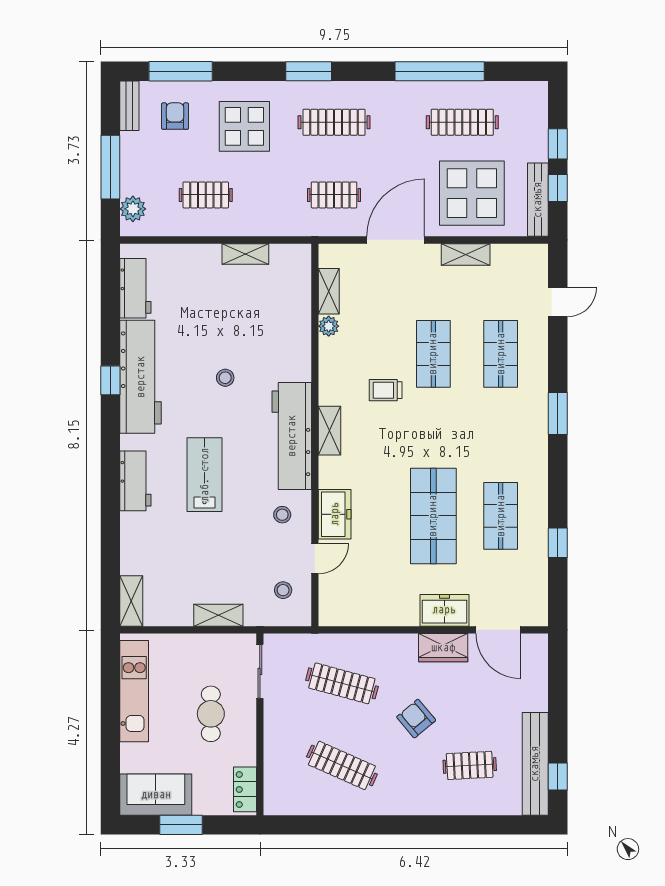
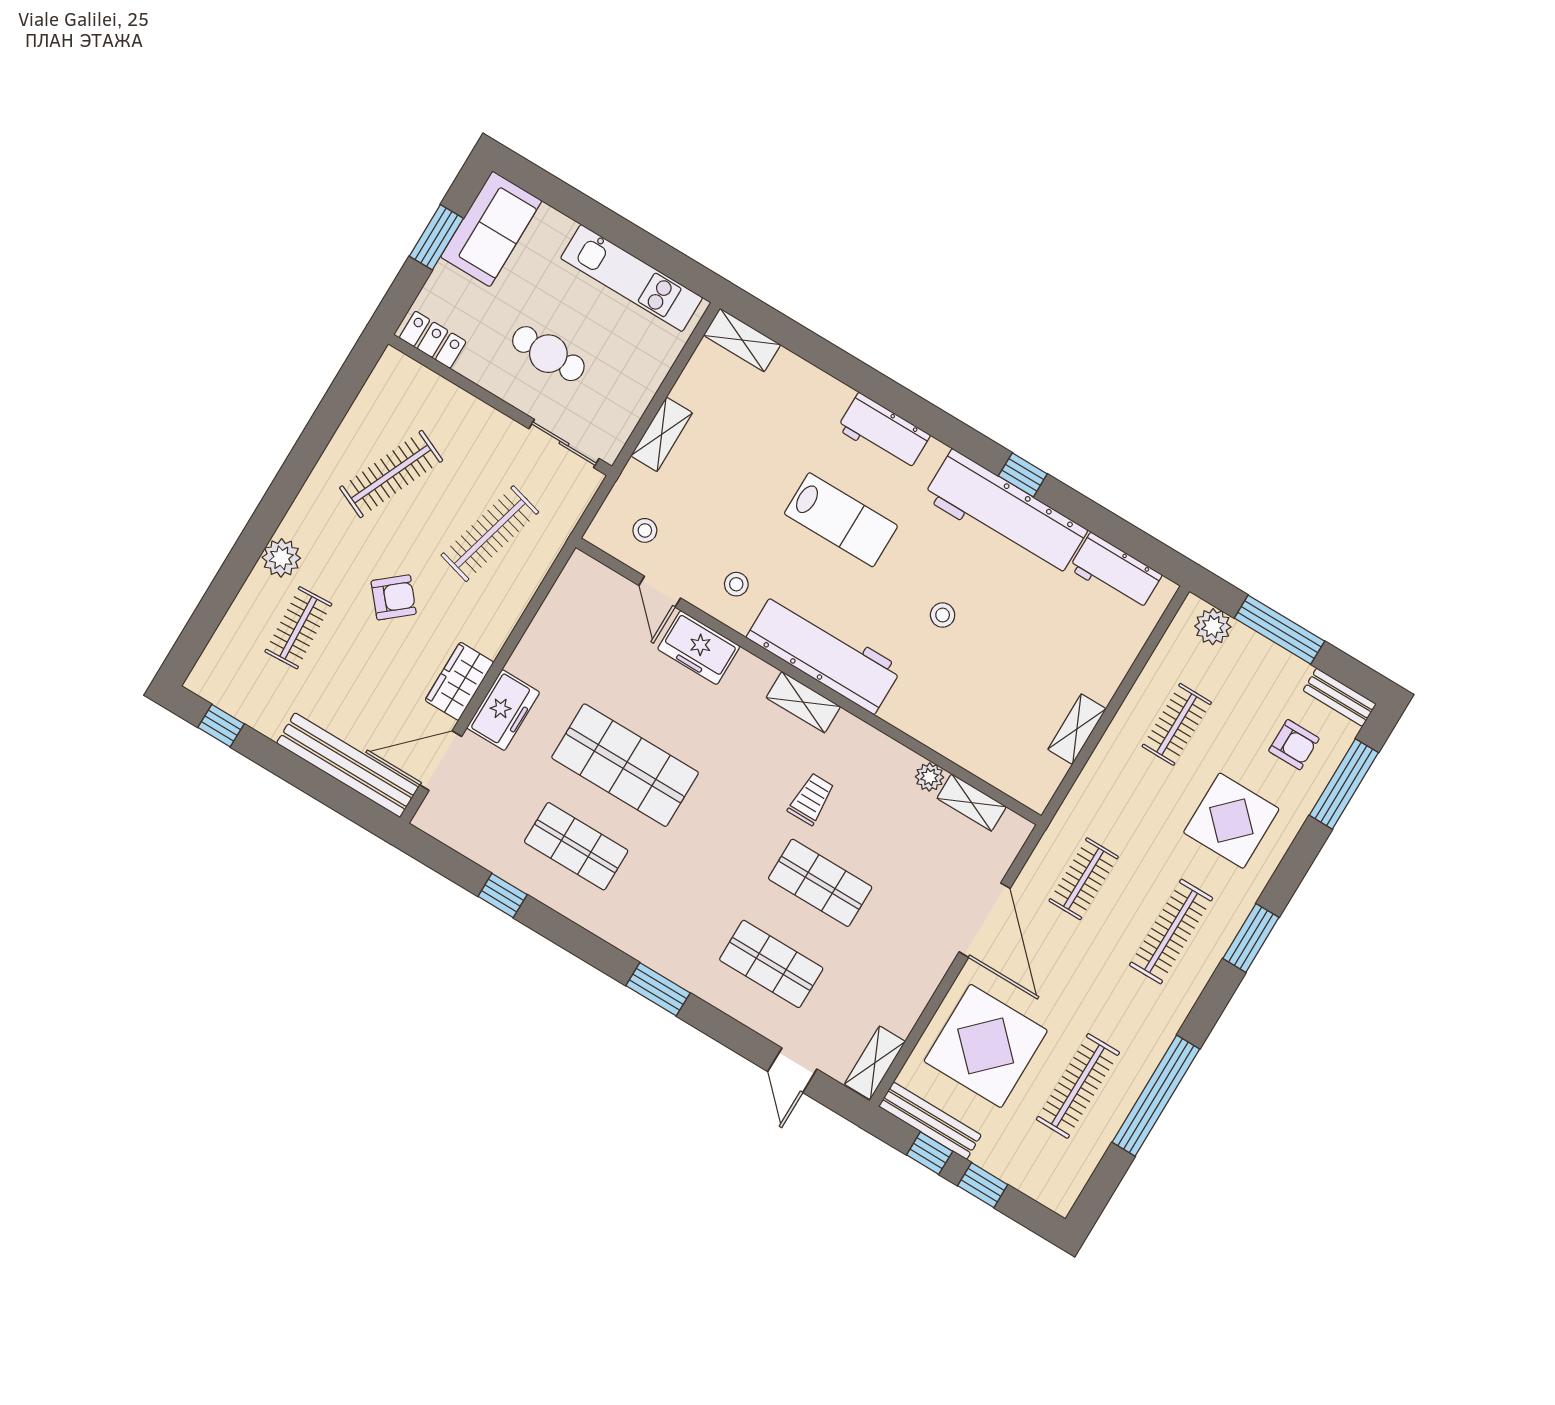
shelving: (466, 254) -> (875, 1063), moved
bench: (535, 764) -> (347, 765), moved
plant: (433, 801) -> (281, 558), added

